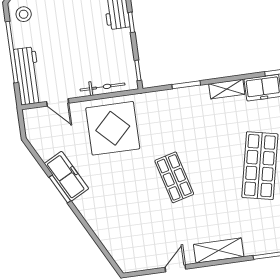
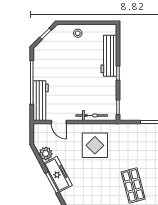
stool: (24, 14) -> (44, 57), removed
display table: (113, 128) -> (95, 145), width x0.73, depth x0.73
plant: (45, 149) -> (46, 154), added

